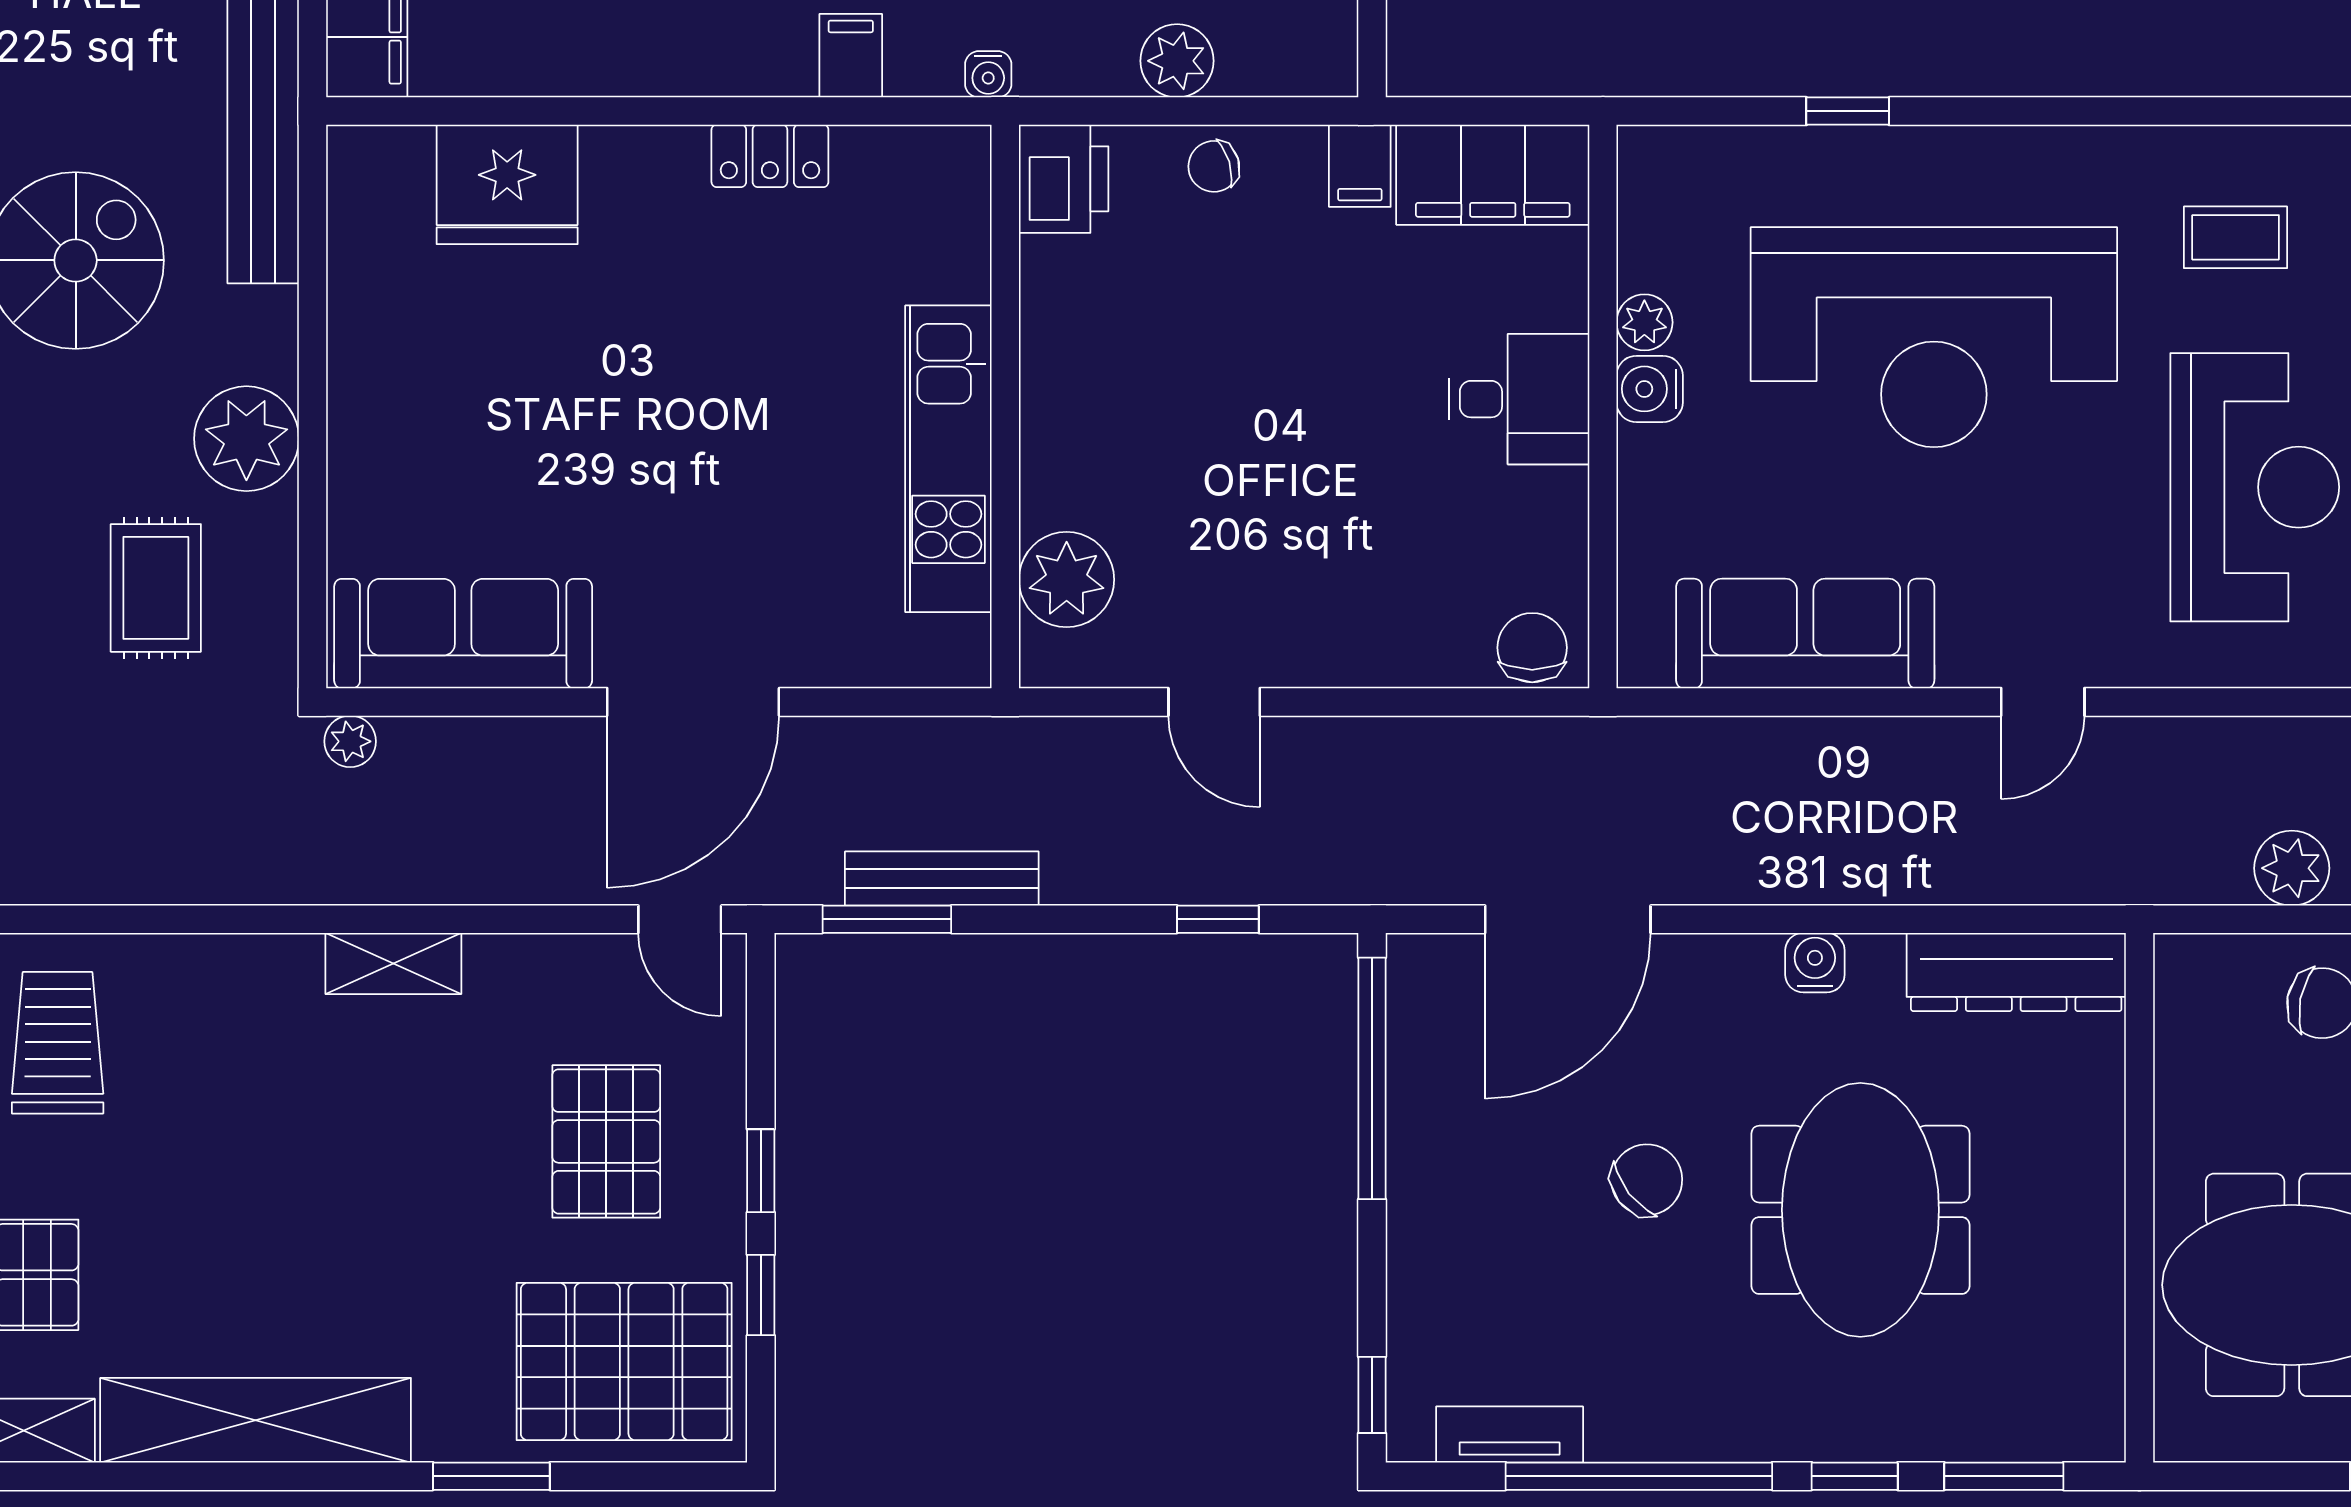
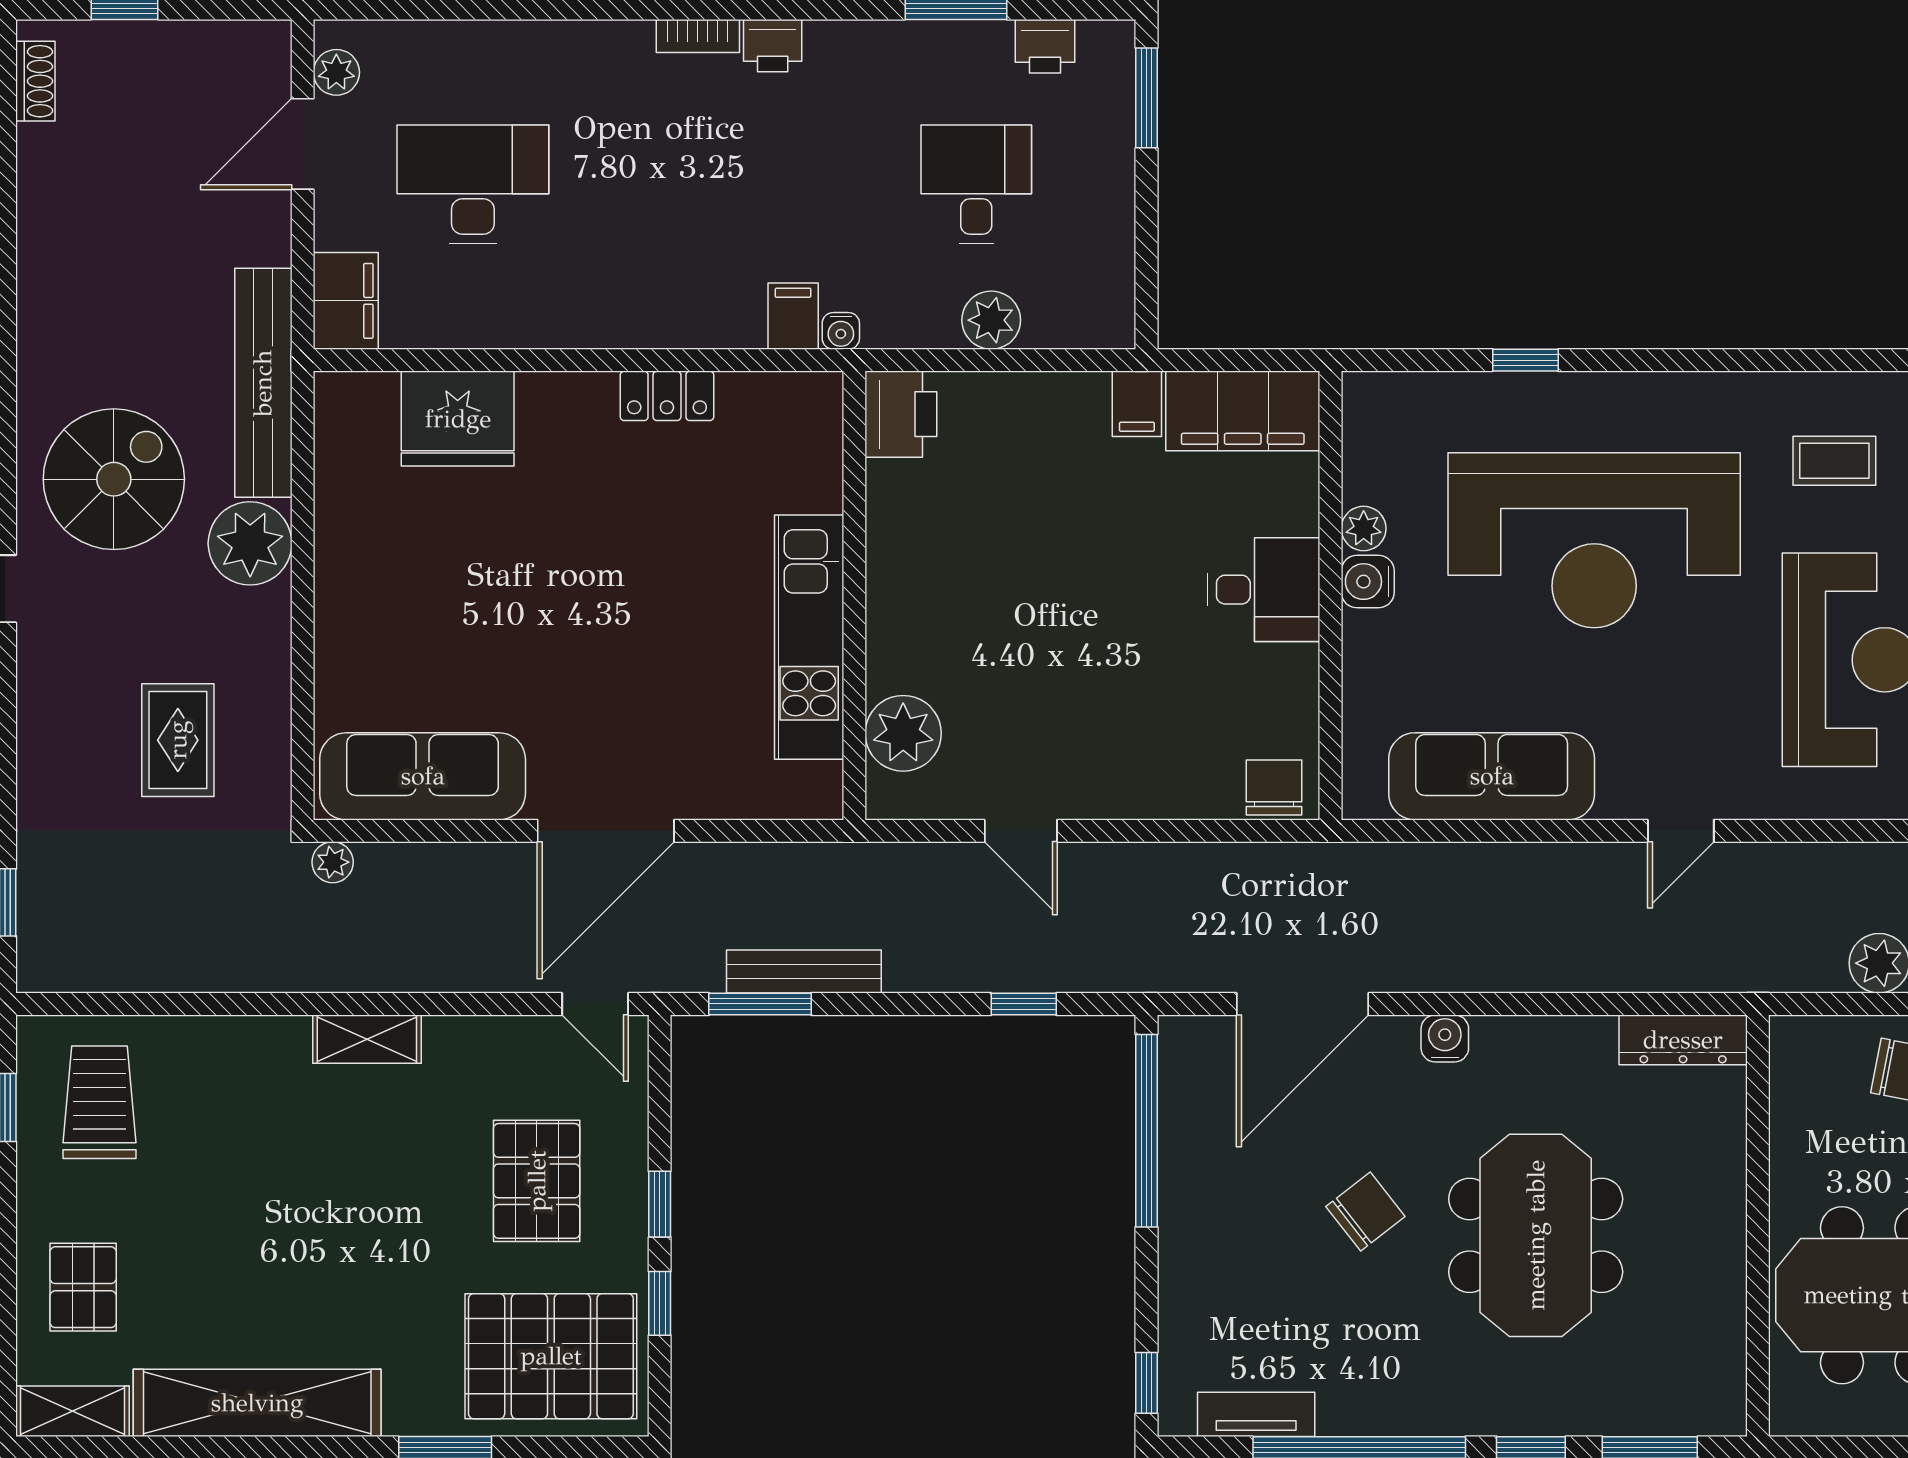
filing cabinet: (851, 56) -> (793, 316), moved
chair: (1214, 166) -> (1021, 404), removed
plant: (246, 439) -> (250, 543), moved
water cooler: (1815, 963) -> (1445, 1038), moved
dresser: (2016, 972) -> (1683, 1040), width x0.73, depth x0.80

